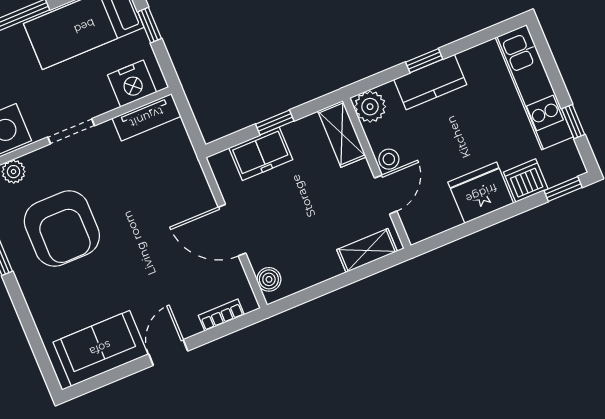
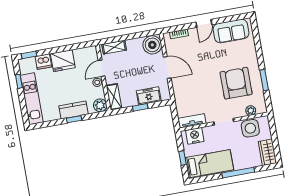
boiler: (269, 279) -> (152, 45), width x1.86, depth x1.86

